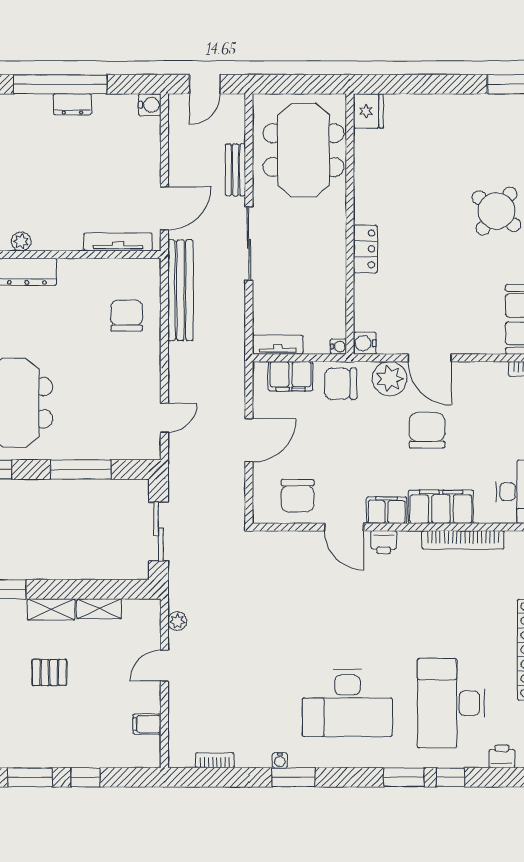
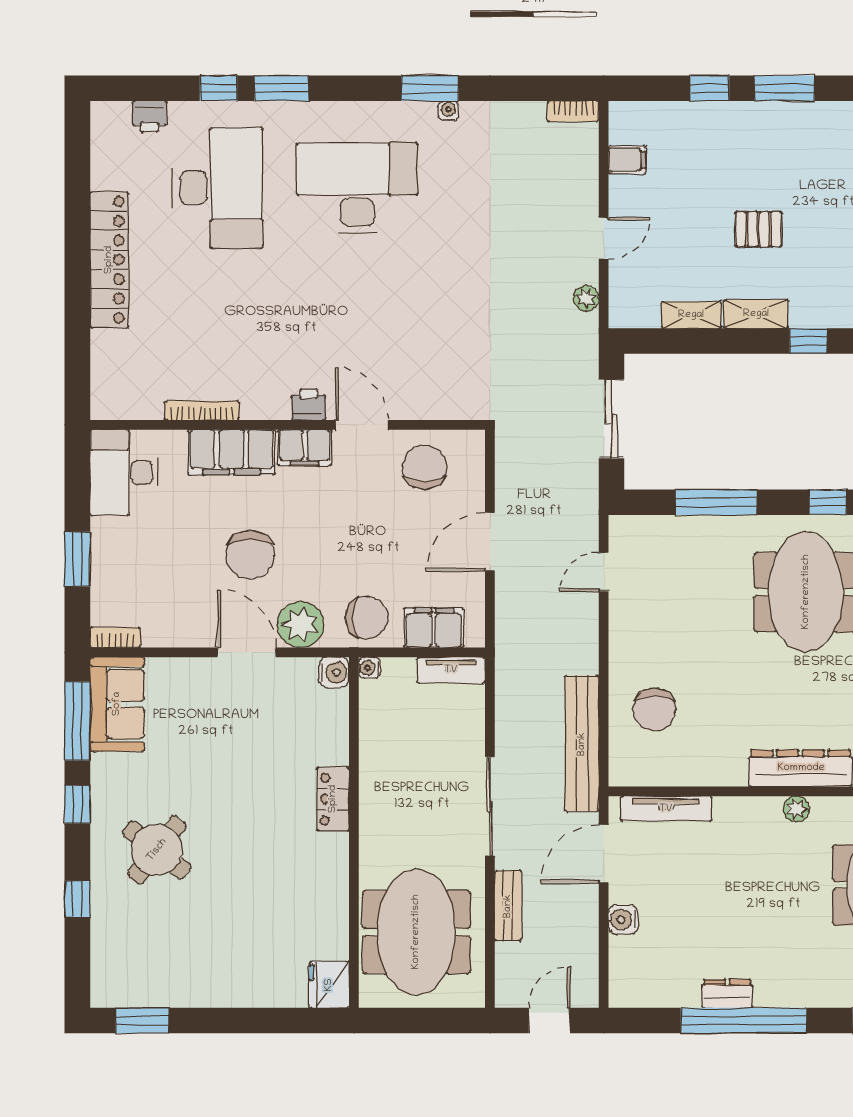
water cooler: (150, 105) -> (623, 919), moved
bookcase: (463, 540) -> (202, 411), width x0.68, depth x0.76
bookcase: (215, 760) -> (573, 111), moved

